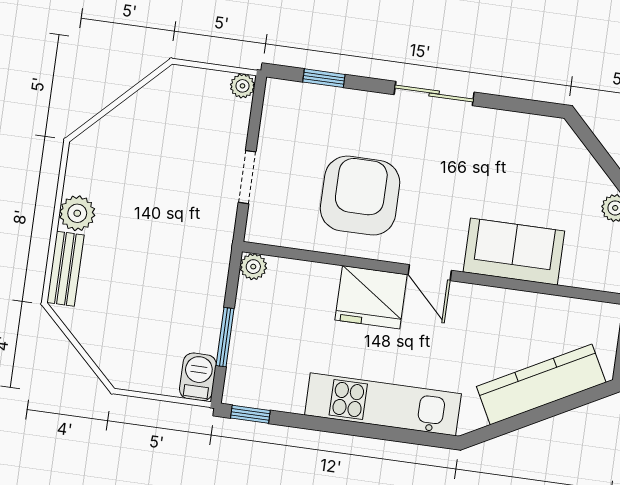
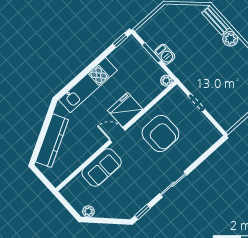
window: (324, 78) -> (143, 212), moved
plant: (242, 86) -> (227, 125), removed
barbecue: (198, 377) -> (165, 54), moved

